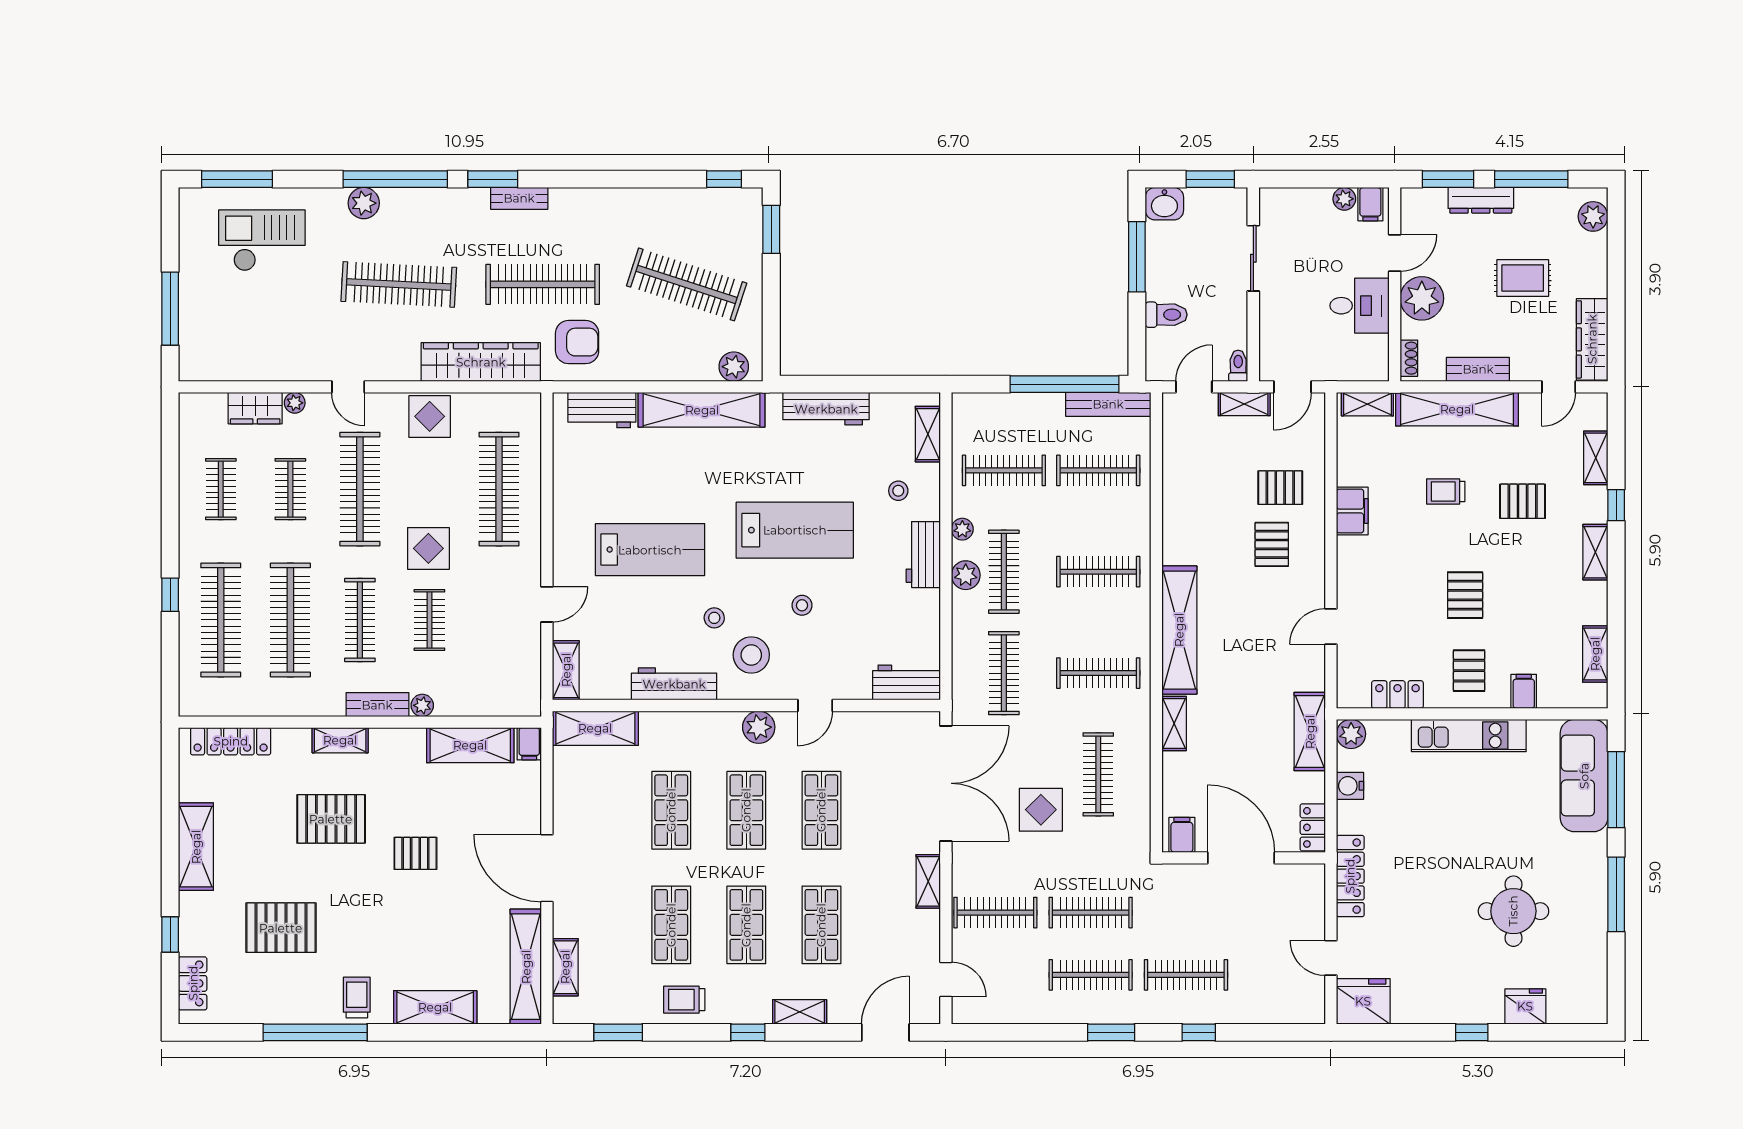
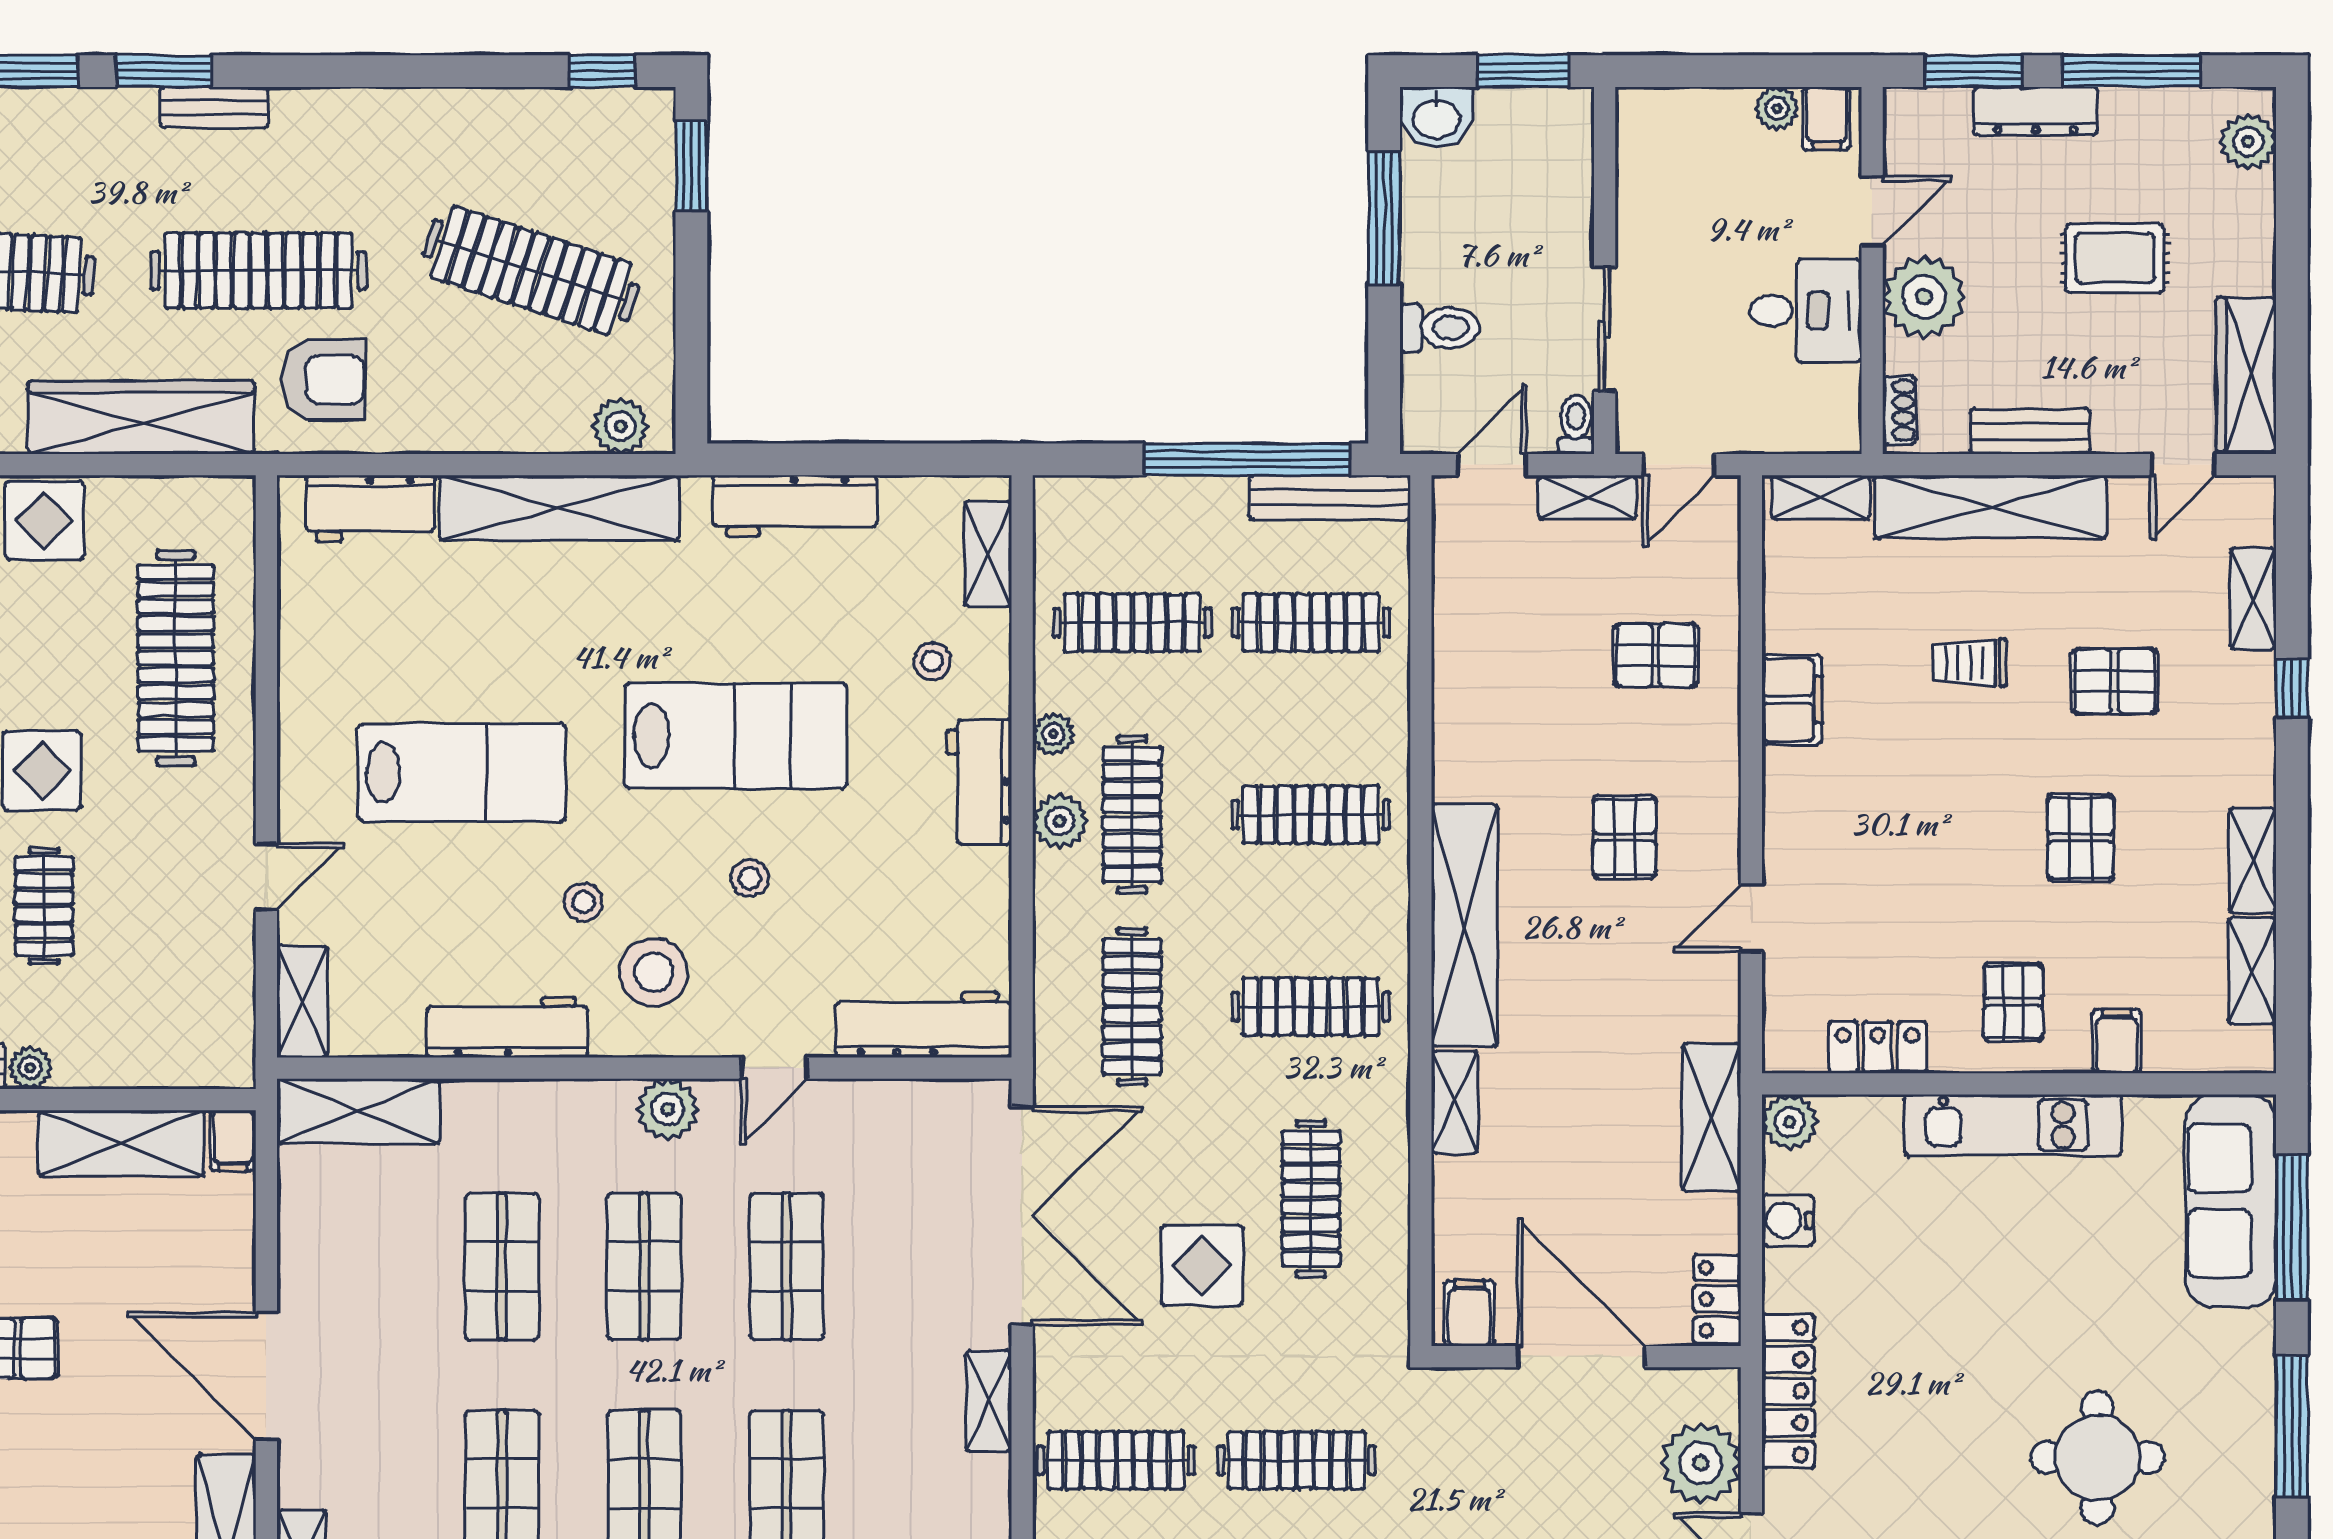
sliding door: (1253, 258) -> (1605, 329), moved
pallet: (1272, 544) -> (1625, 837), moved
shelving: (1595, 552) -> (2253, 860), moved
pallet: (1465, 595) -> (2081, 838), moved
workbench: (906, 682) -> (924, 1024), width x1.38
plant: (1304, 914) -> (1701, 1463), added

